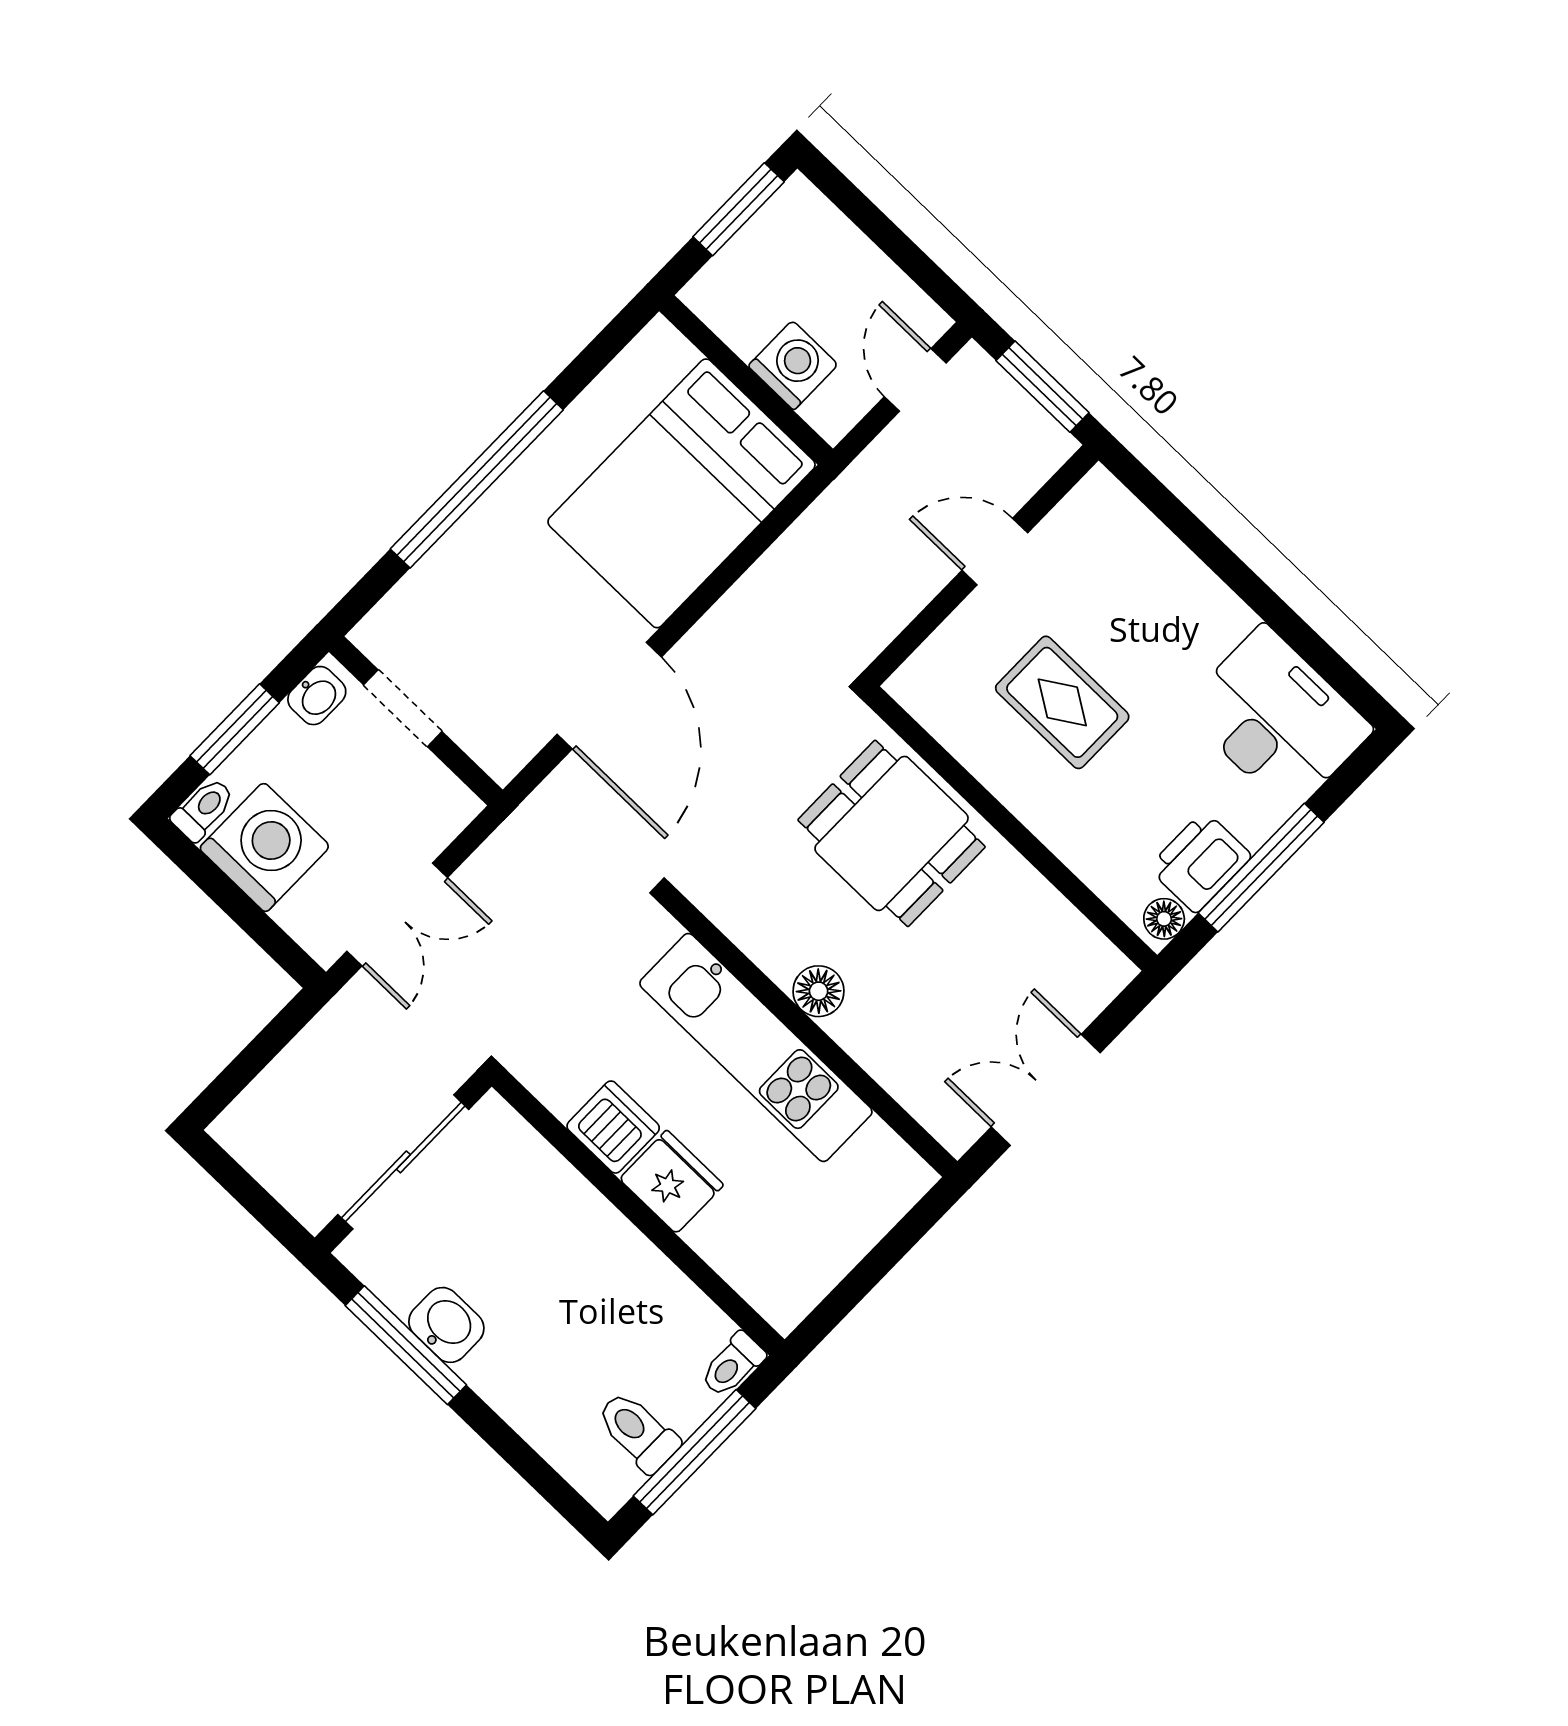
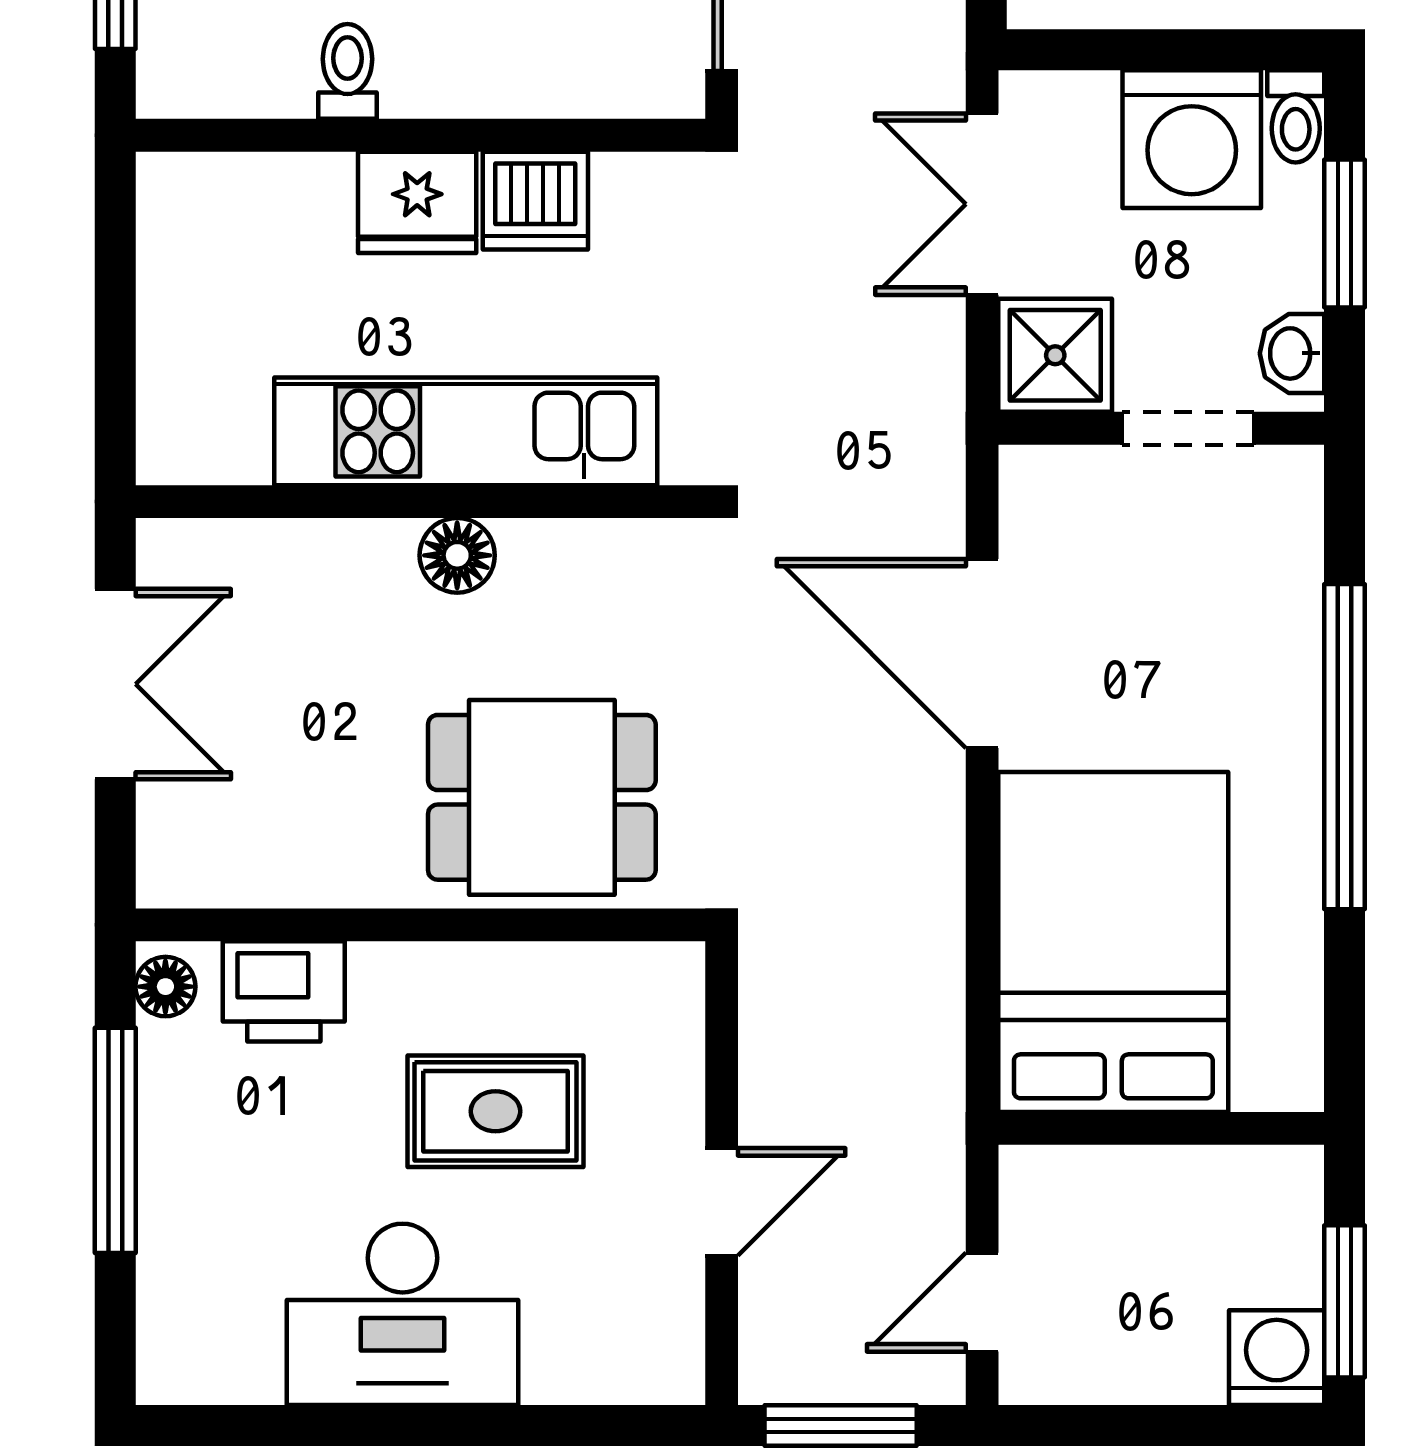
washing machine: (793, 365) -> (1277, 1358), moved, turned 180
door: (915, 380) -> (982, 1302), swing flipped
desk: (1277, 719) -> (402, 1314), moved
shower: (433, 806) -> (1055, 355), added
printer: (1200, 862) -> (284, 991), moved, turned 90
toilet: (733, 1365) -> (347, 71), moved

